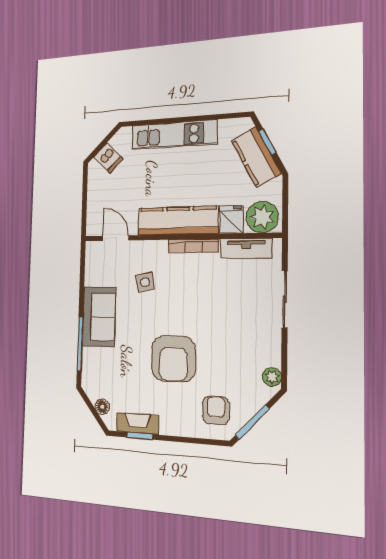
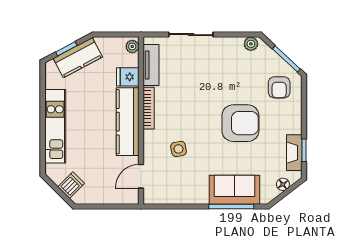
plant: (262, 217) -> (132, 47), width x0.53, depth x0.53
sofa: (99, 317) -> (234, 190), moved
armchair: (216, 410) -> (279, 87), turned -90

